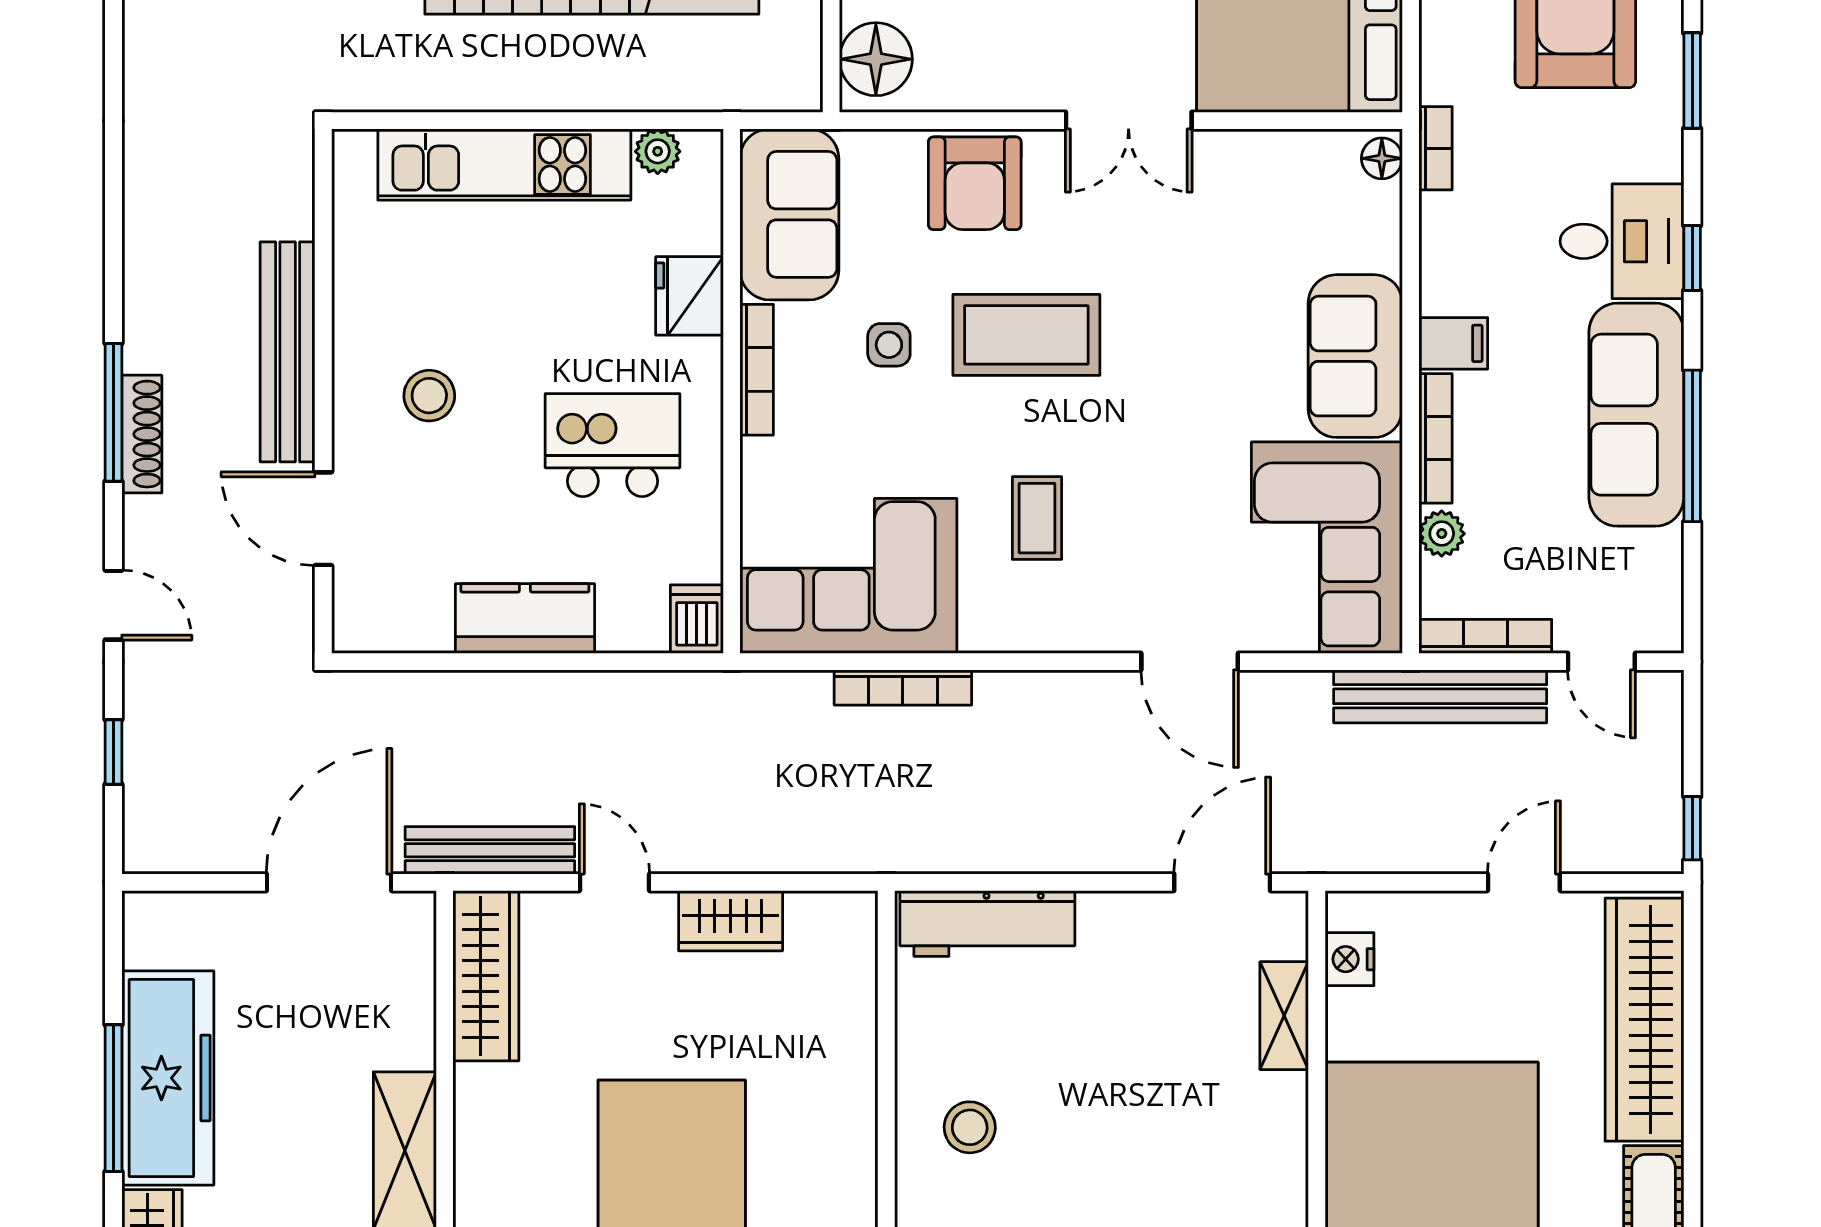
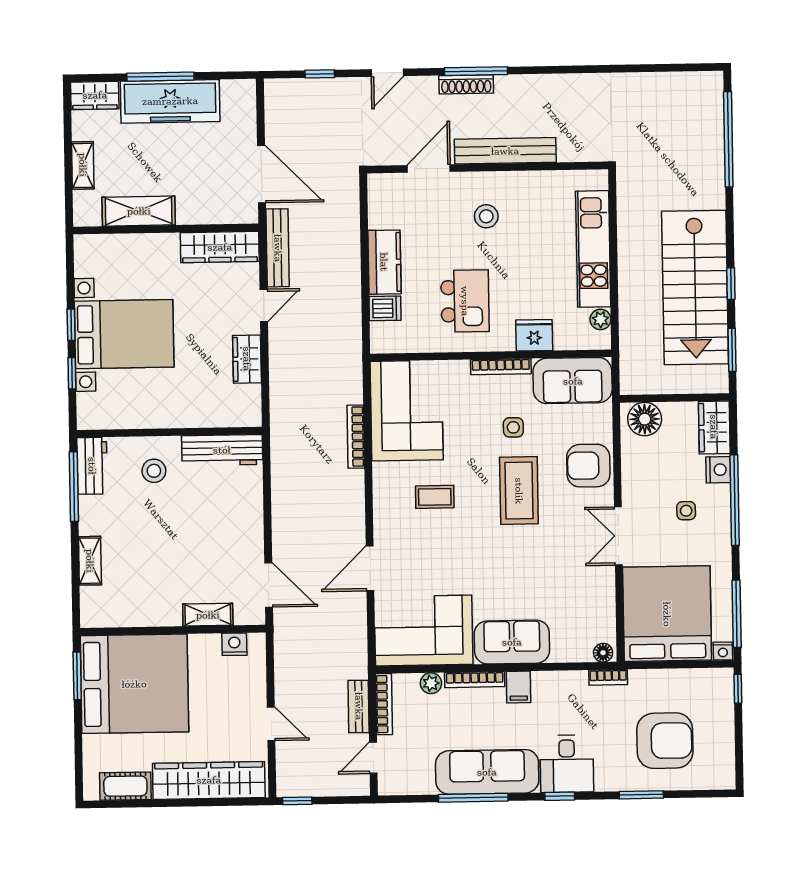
dishwasher: (697, 619) -> (385, 308), moved
bench: (1440, 696) -> (359, 706), width x0.54, depth x0.82
workbench: (987, 923) -> (222, 450), moved, turned -90

